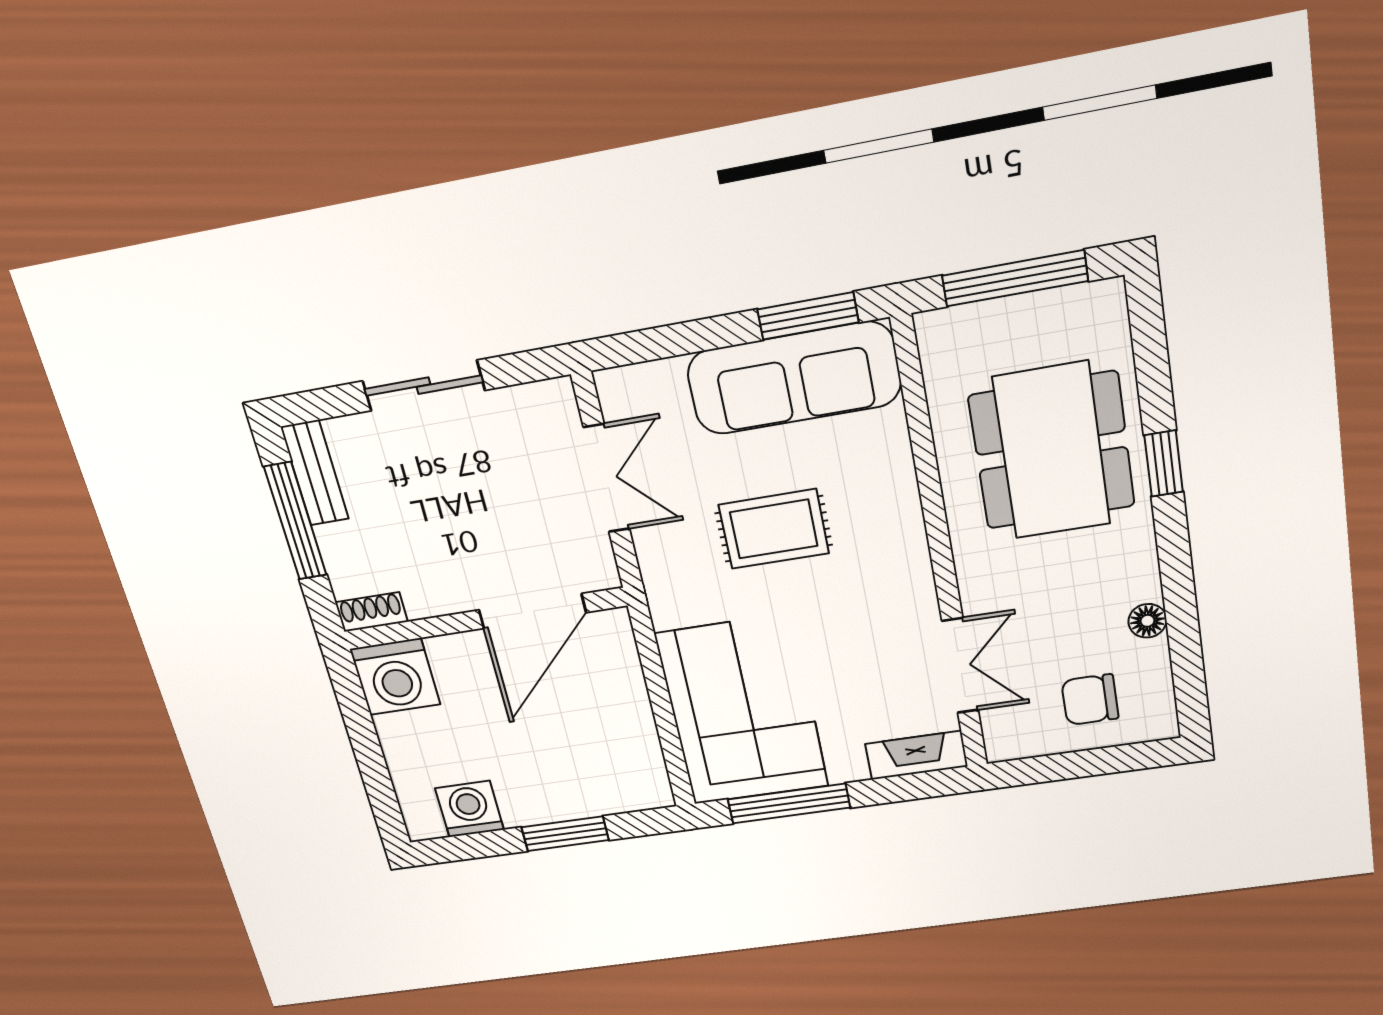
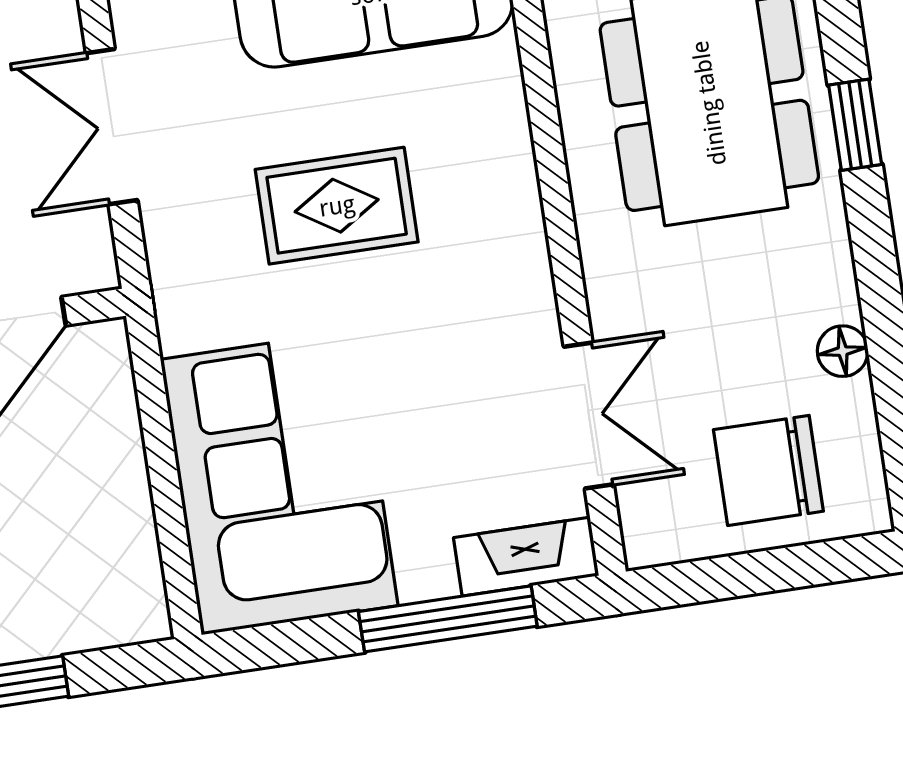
double door: (607, 478) -> (112, 127), swing flipped
chair: (1090, 700) -> (768, 470), width x1.37, depth x1.37
window: (789, 803) -> (448, 619), moved

